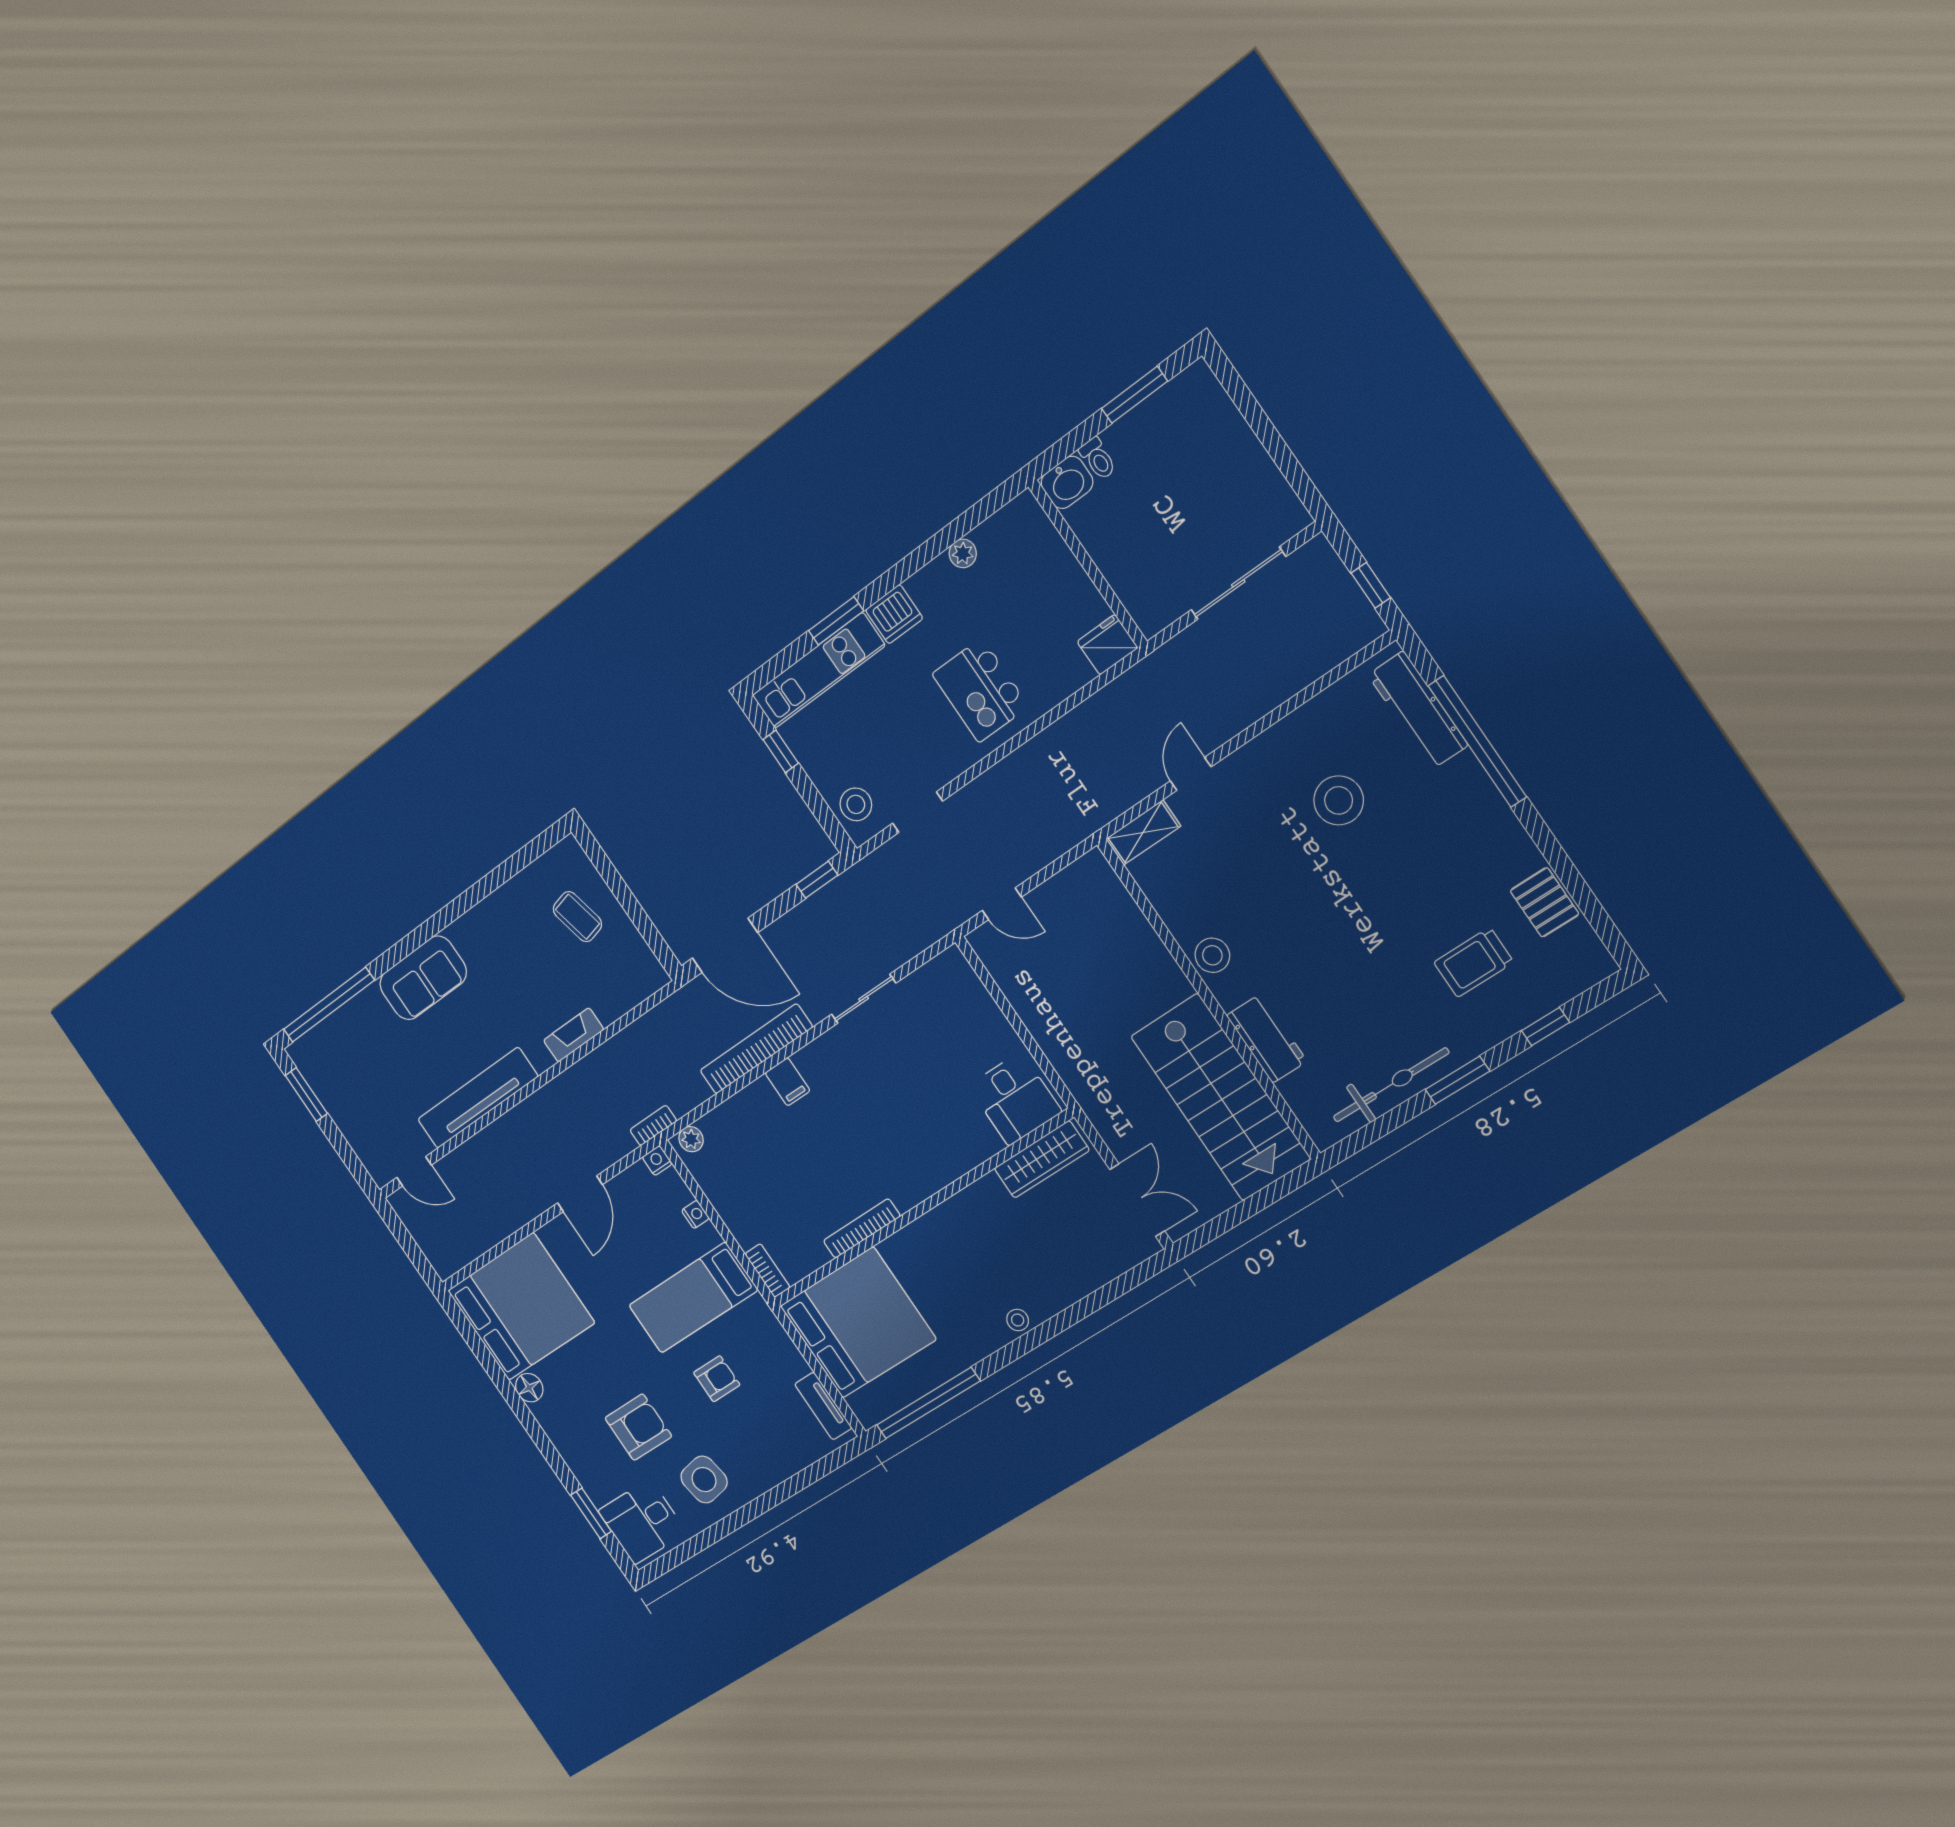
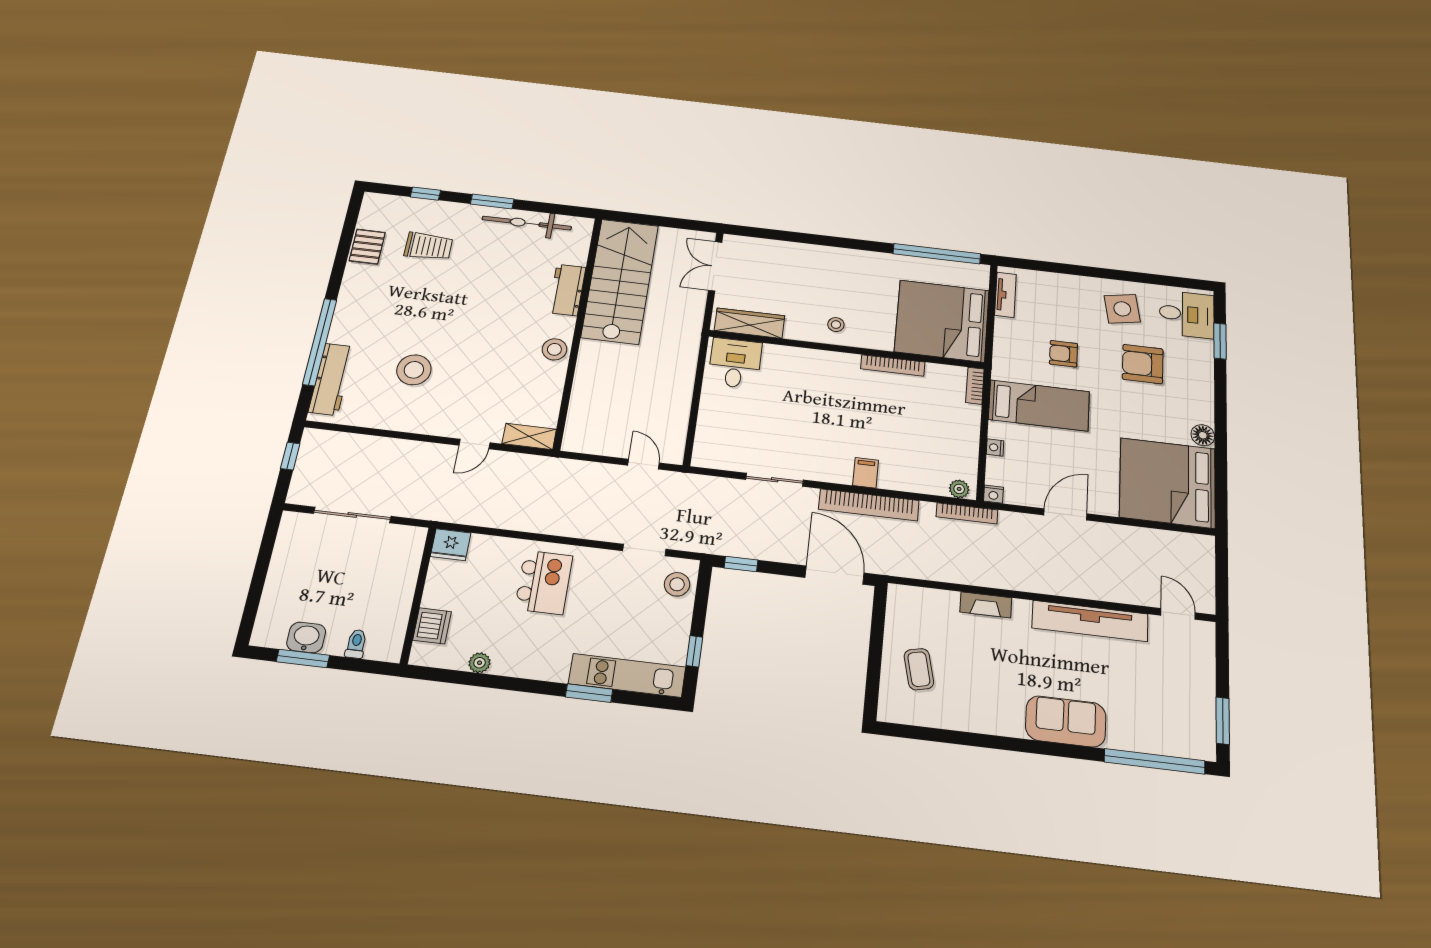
washbasin: (1067, 482) -> (306, 637), moved
dishwasher: (894, 614) -> (432, 626), moved, turned 90
bookcase: (653, 1125) -> (967, 513), width x1.56
stool: (1018, 1320) -> (836, 325), moved

